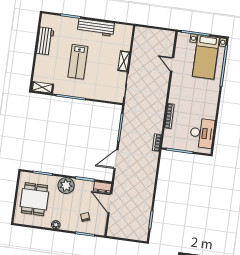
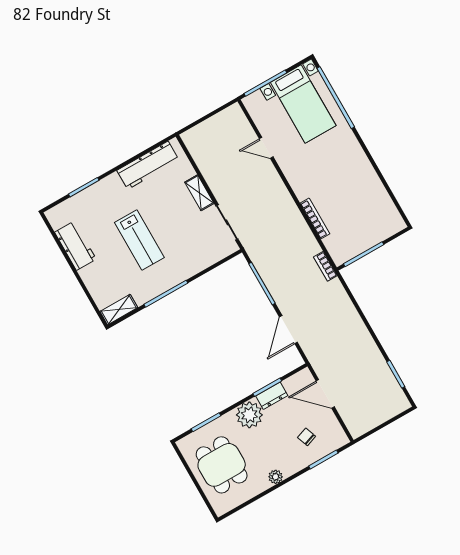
workbench: (96, 27) -> (148, 165), moved
desk: (202, 133) -> (375, 208), removed
dresser: (102, 187) -> (272, 396), moved

